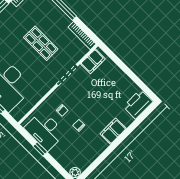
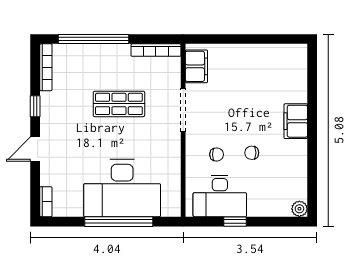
printer: (138, 104) -> (293, 64), removed

